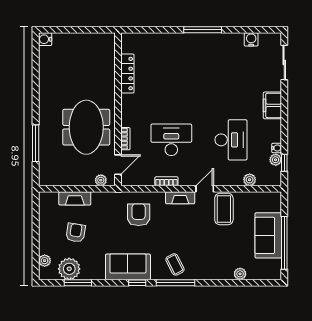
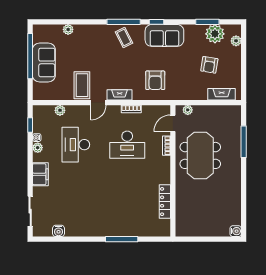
window: (203, 30) -> (122, 239), moved
plant: (276, 160) -> (38, 148), moved
fireplace: (75, 198) -> (222, 94), moved

